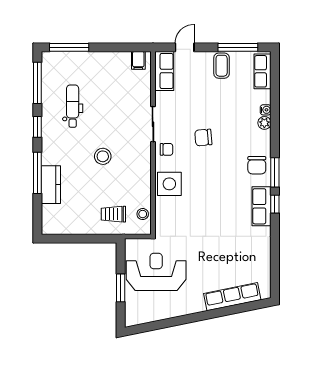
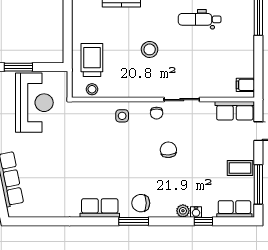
dental chair: (73, 106) -> (200, 19), turned 180
side table: (169, 184) -> (122, 116), width x0.54, depth x0.54
window: (275, 204) -> (203, 221), moved
trolley: (113, 214) -> (92, 60), width x1.36, depth x1.39

